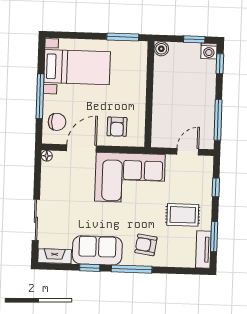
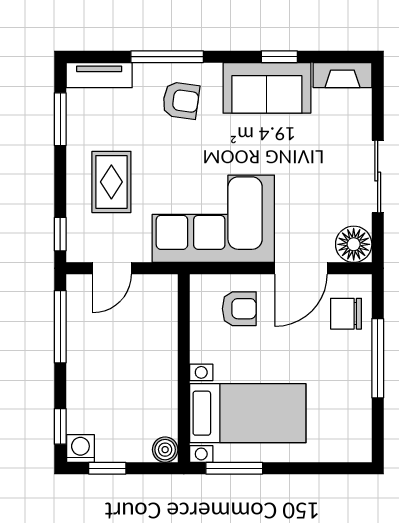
bed with nightstands: (77, 67) -> (248, 413), moved, turned 180
armchair: (117, 127) -> (239, 309), turned 90
floor lamp: (47, 156) -> (354, 244), width x1.89, depth x1.89
window: (216, 187) -> (60, 234), moved
rug: (183, 215) -> (111, 182), moved, turned 90
sliding door: (36, 220) -> (378, 177), moved
tv unit: (203, 250) -> (99, 75), moved, turned 90
window: (132, 269) -> (167, 57), moved

